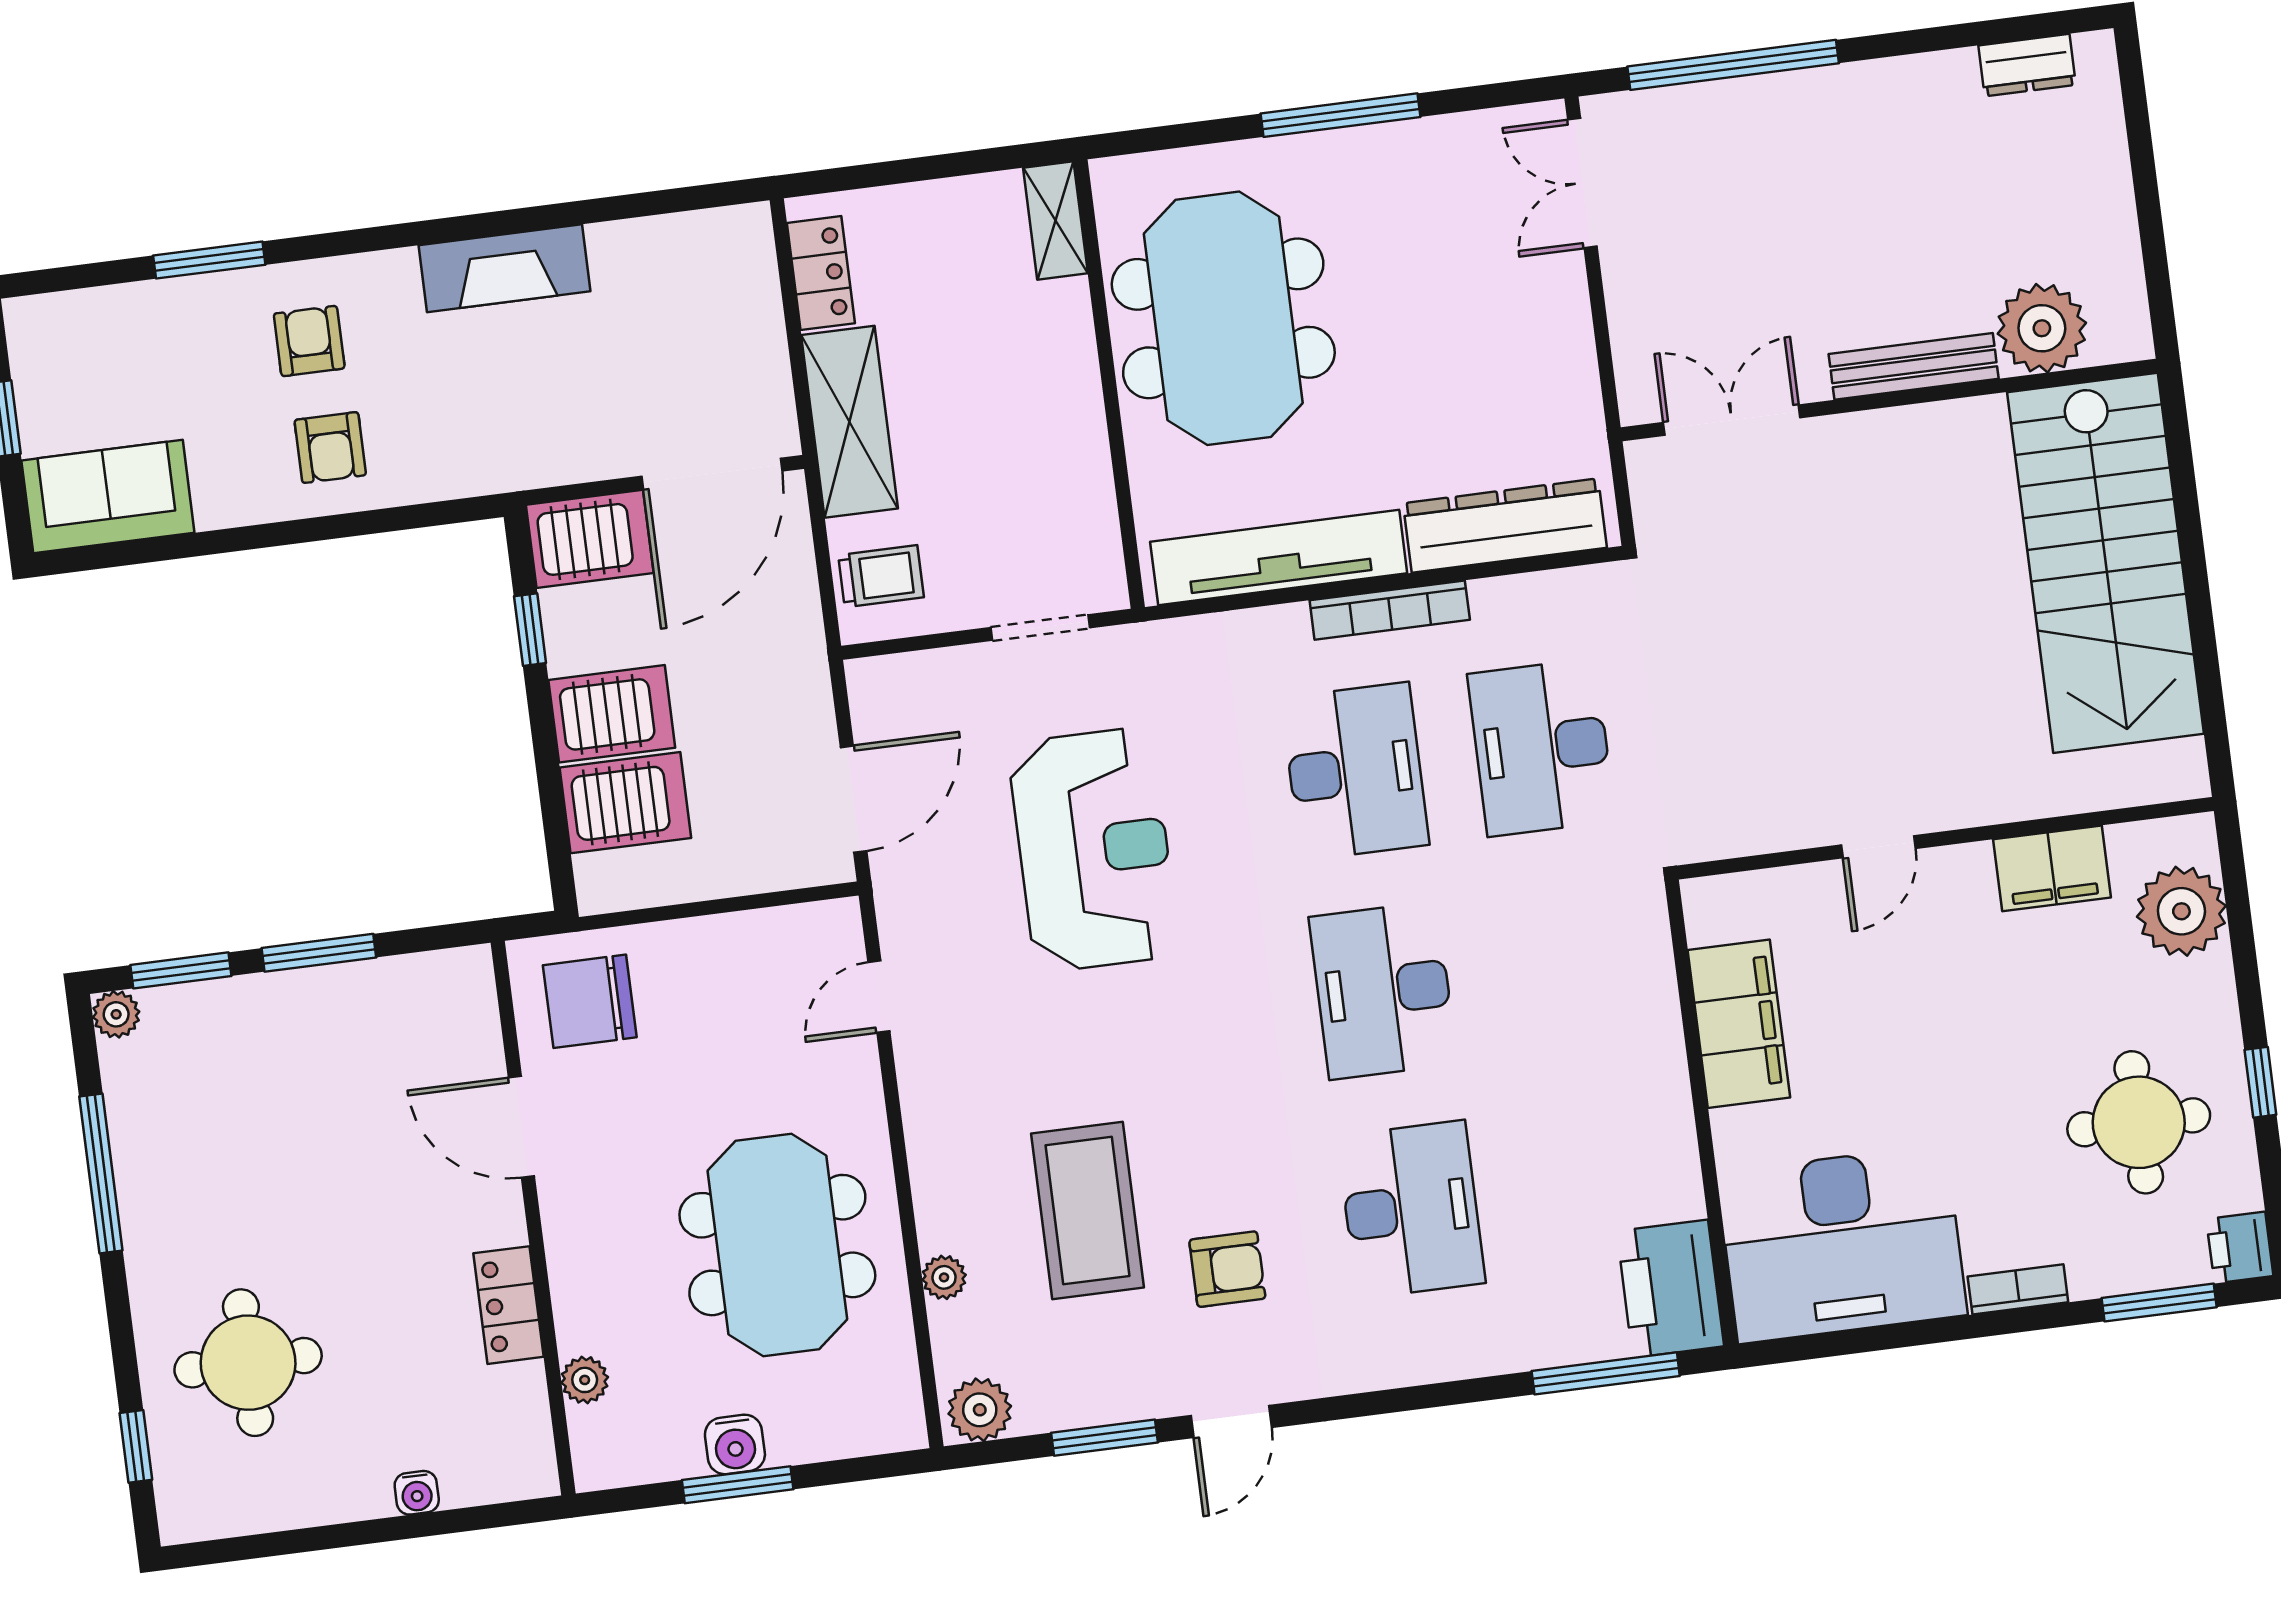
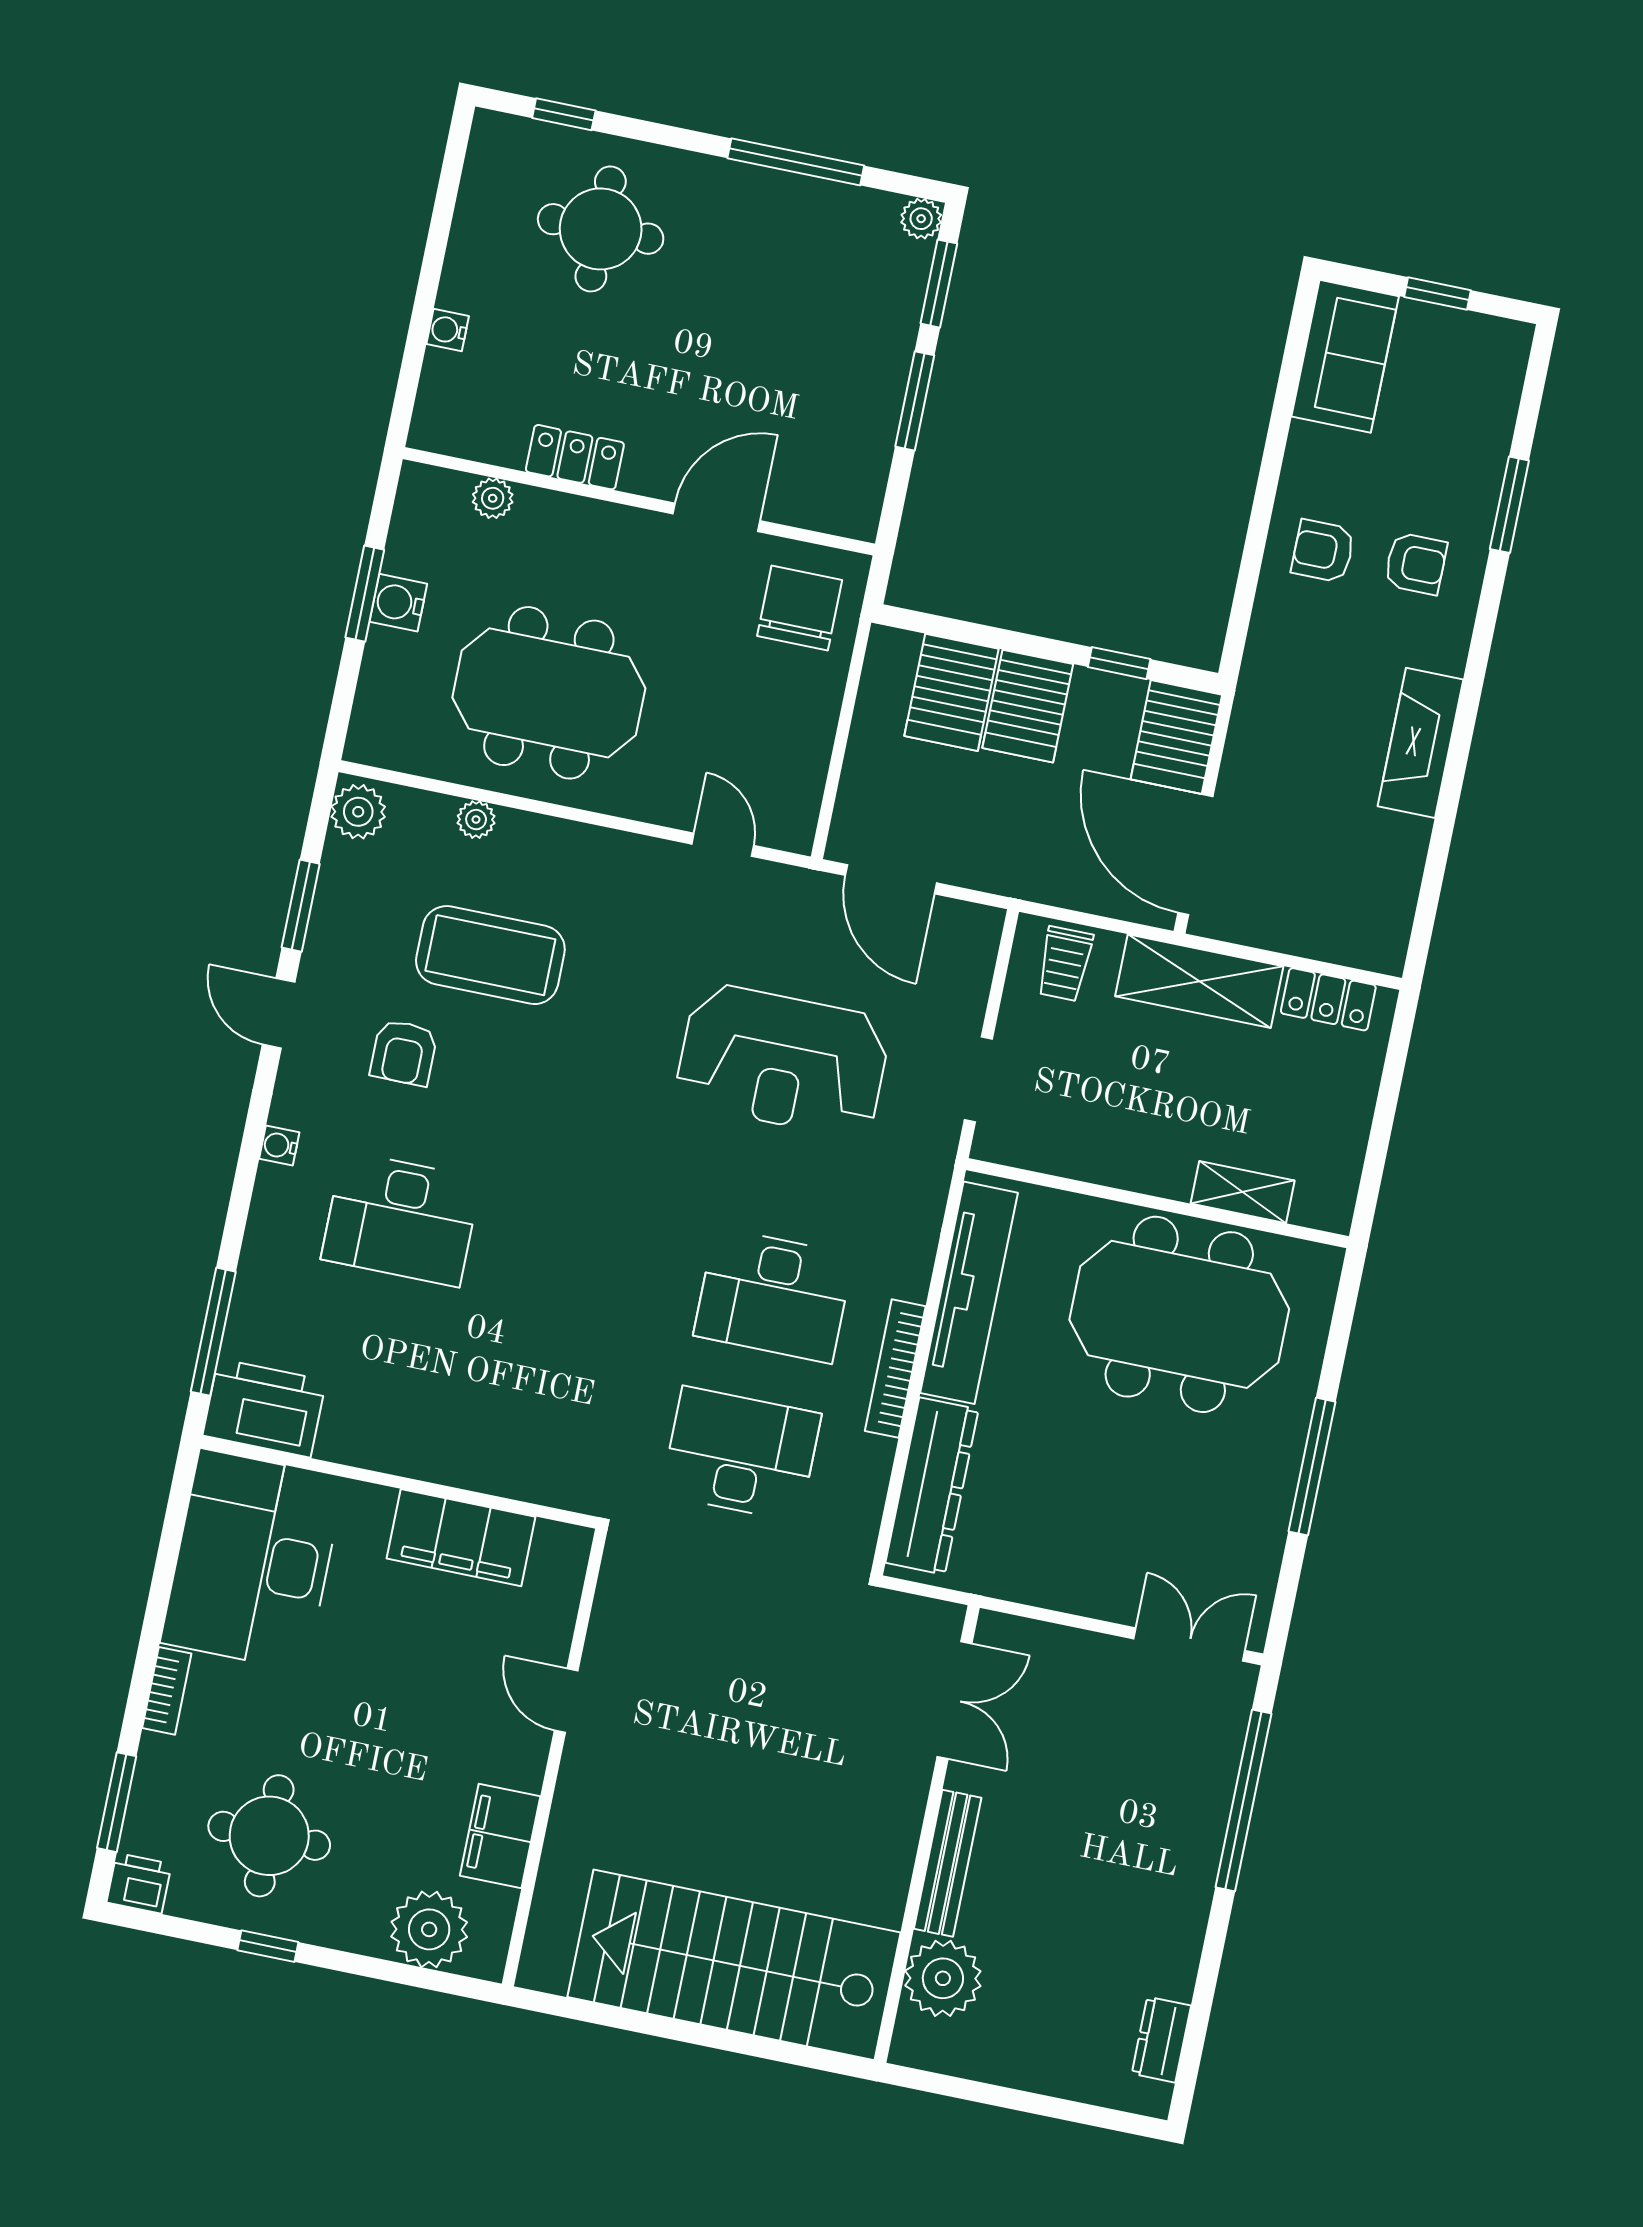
shelving: (1055, 221) -> (1243, 1192), moved
desk: (1383, 990) -> (587, 1257), removed
water cooler: (1376, 1371) -> (279, 1146), added

